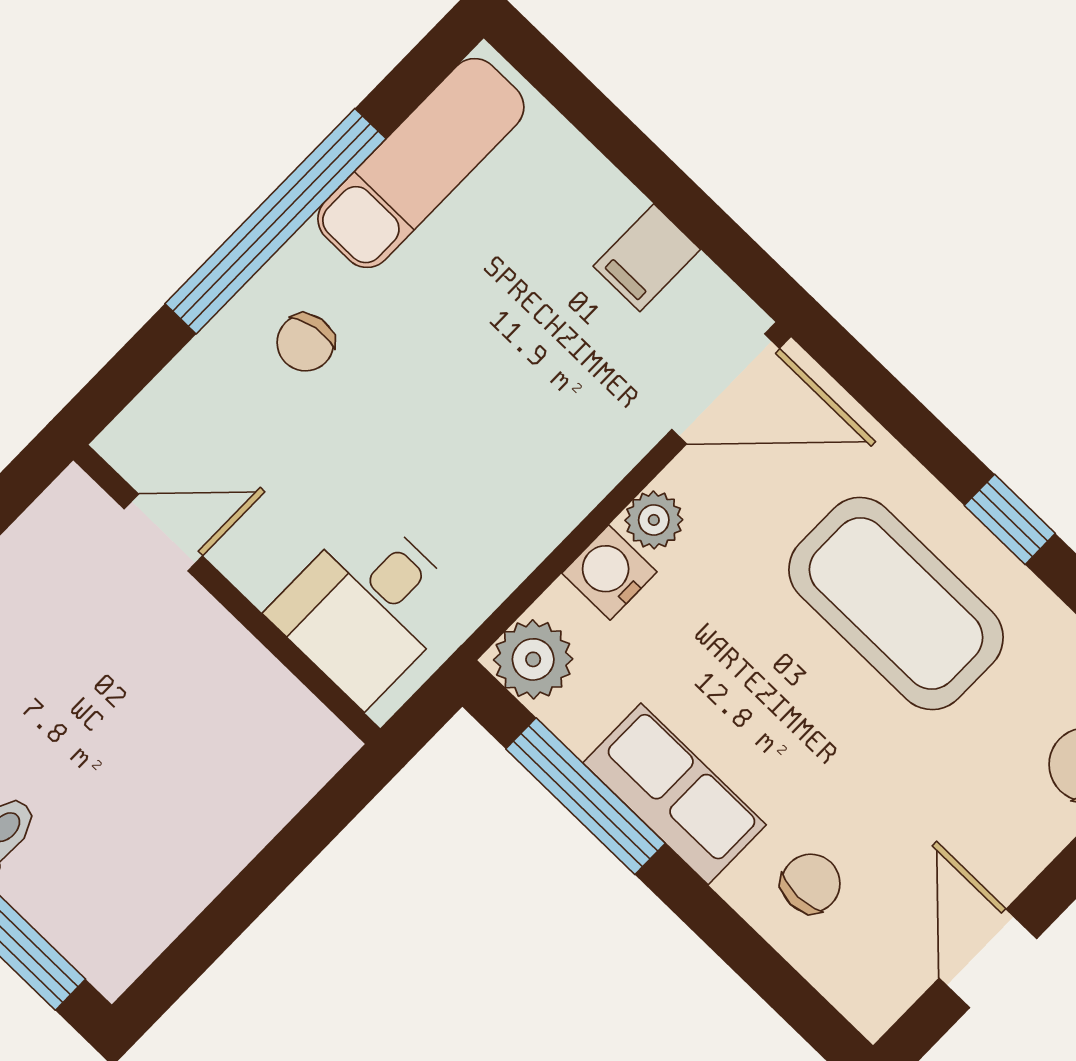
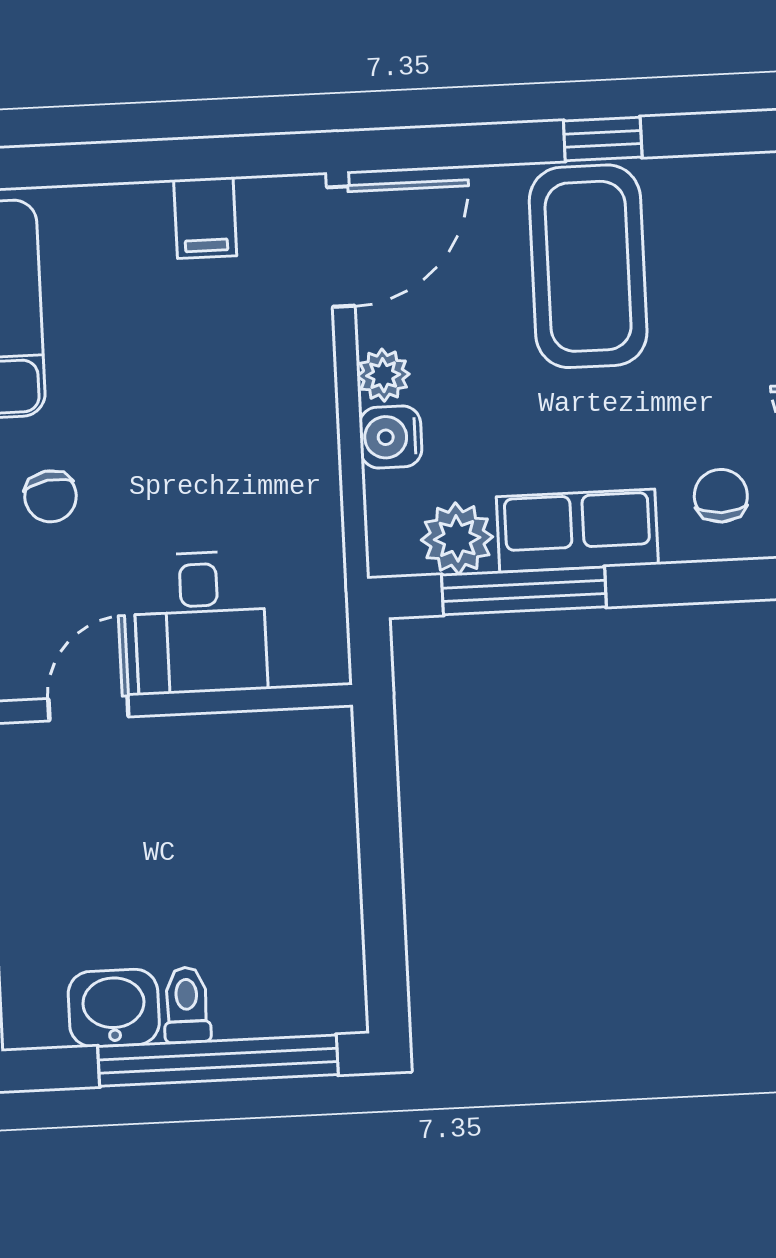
coffee table: (896, 603) -> (588, 266), turned 90
desk: (367, 608) -> (200, 623), moved
plant: (533, 659) -> (457, 538), moved

